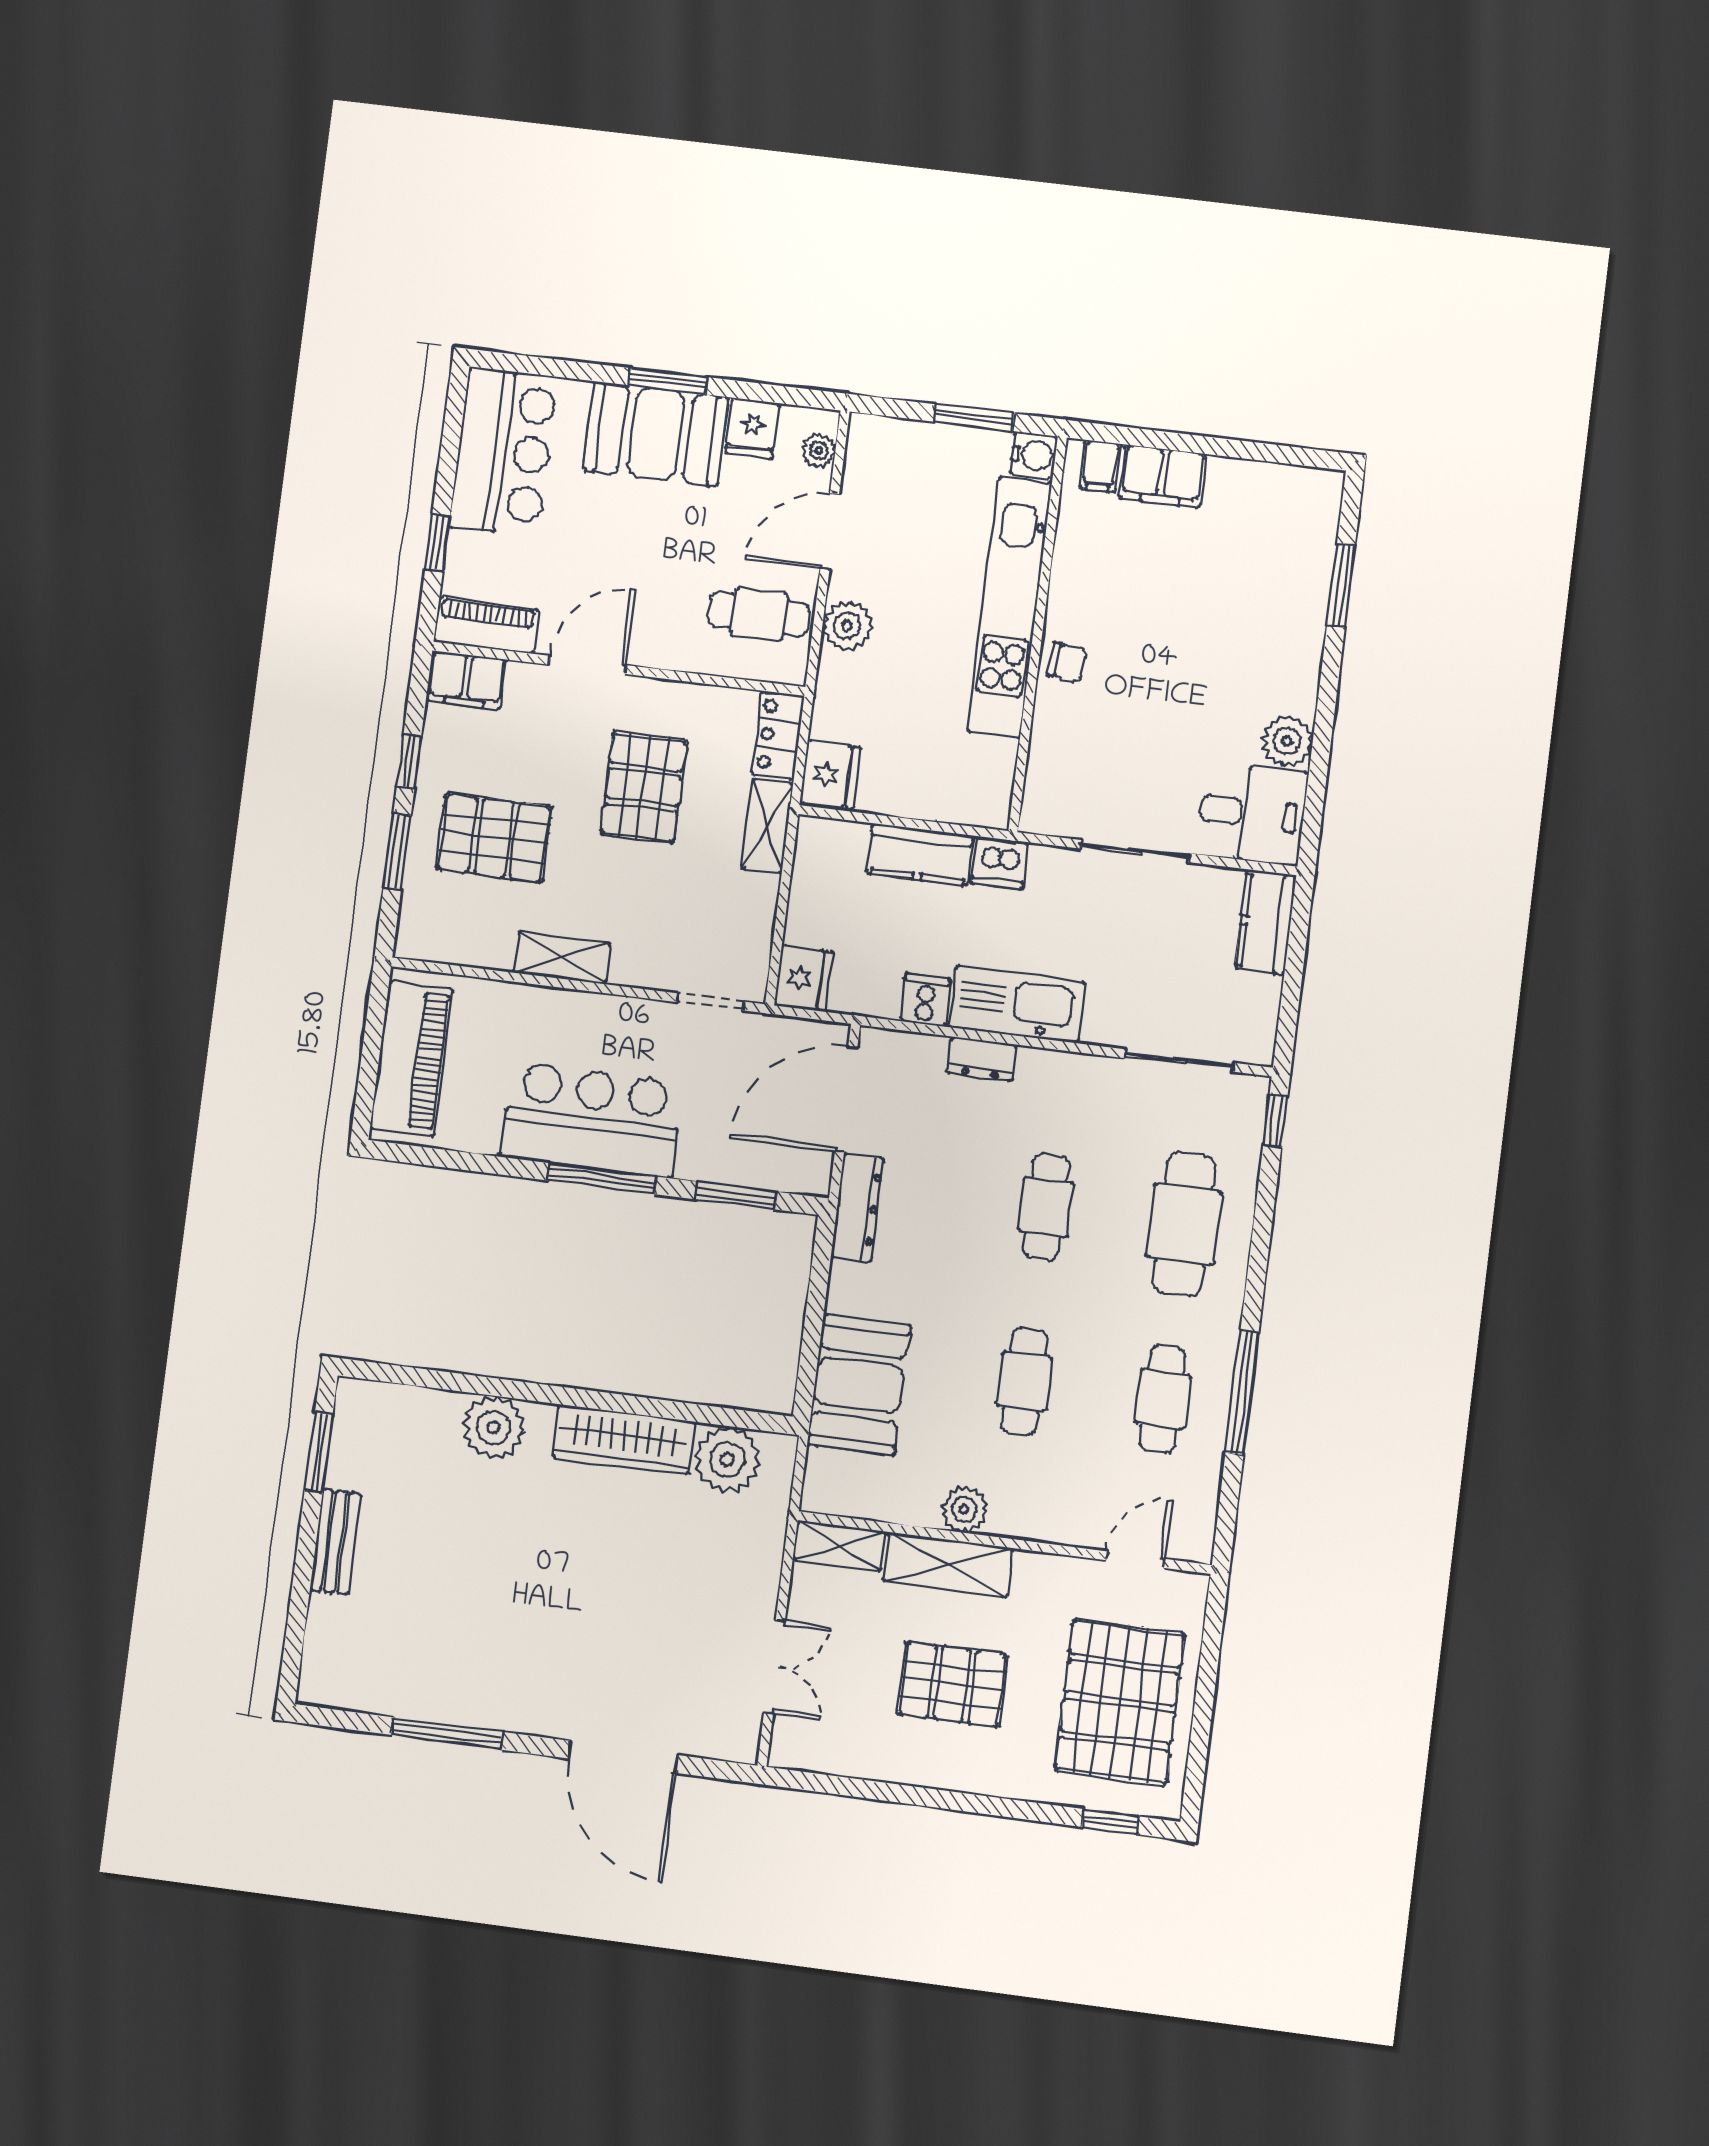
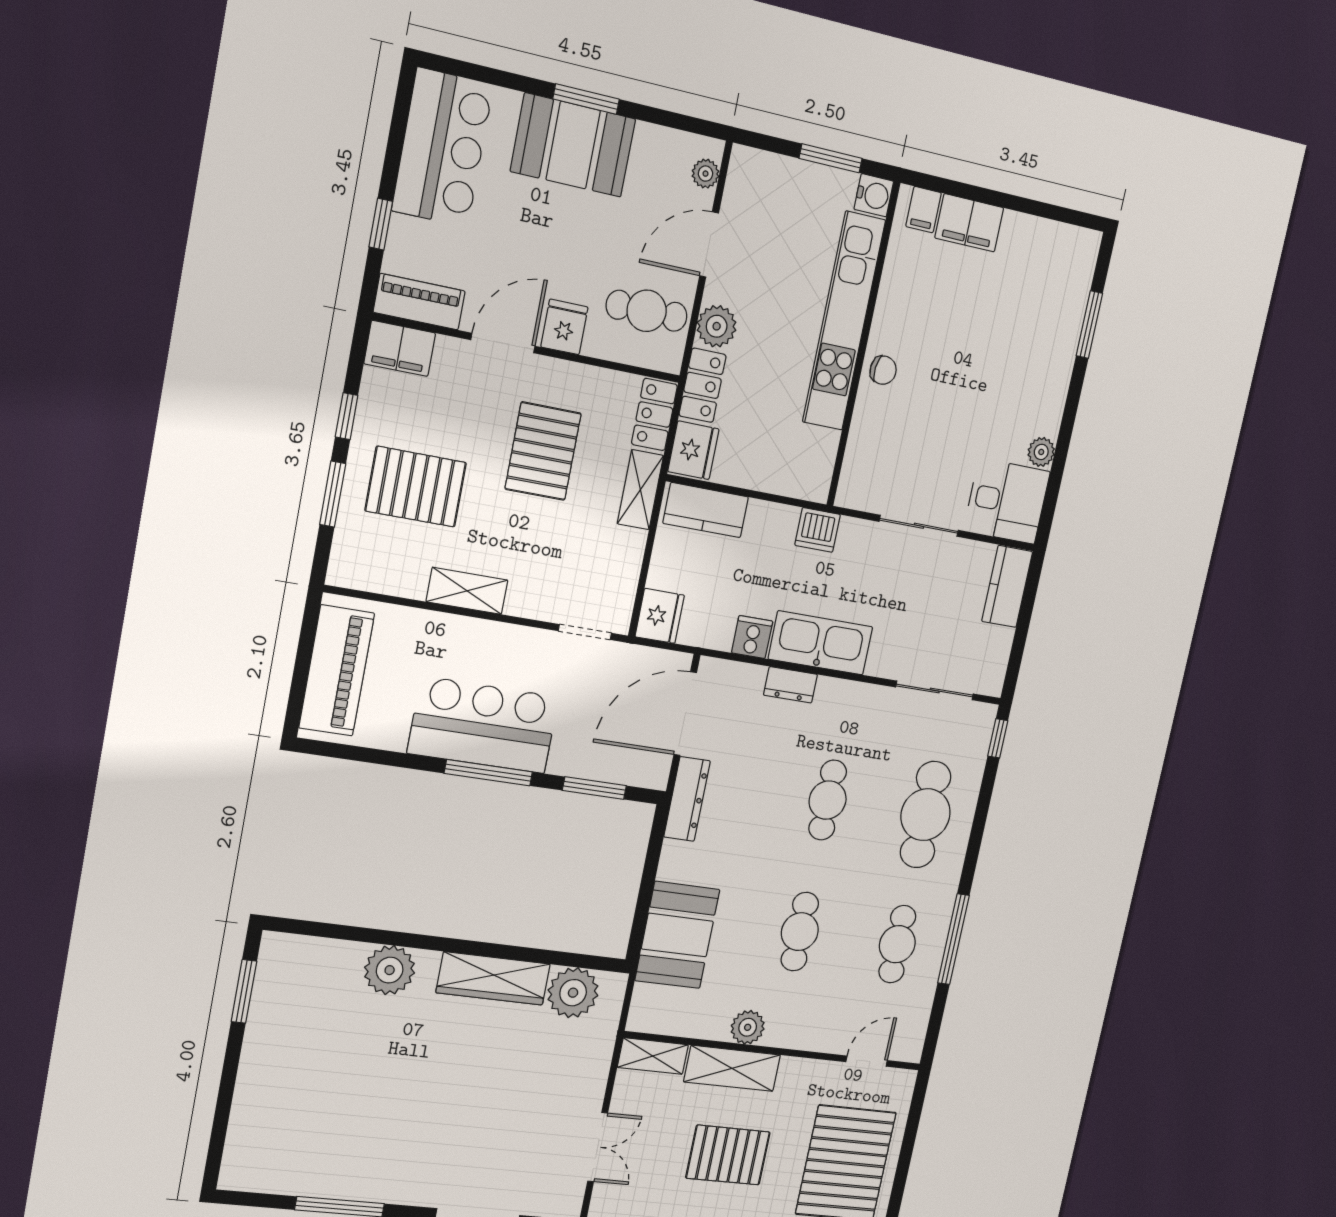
fridge: (752, 428) -> (564, 327), moved, turned 180
locker: (835, 697) -> (703, 385), added
plant: (1287, 741) -> (1041, 452), width x0.73, depth x0.73
kitchen counter: (920, 855) -> (706, 510), moved
bench: (335, 1542) -> (255, 1062), removed

